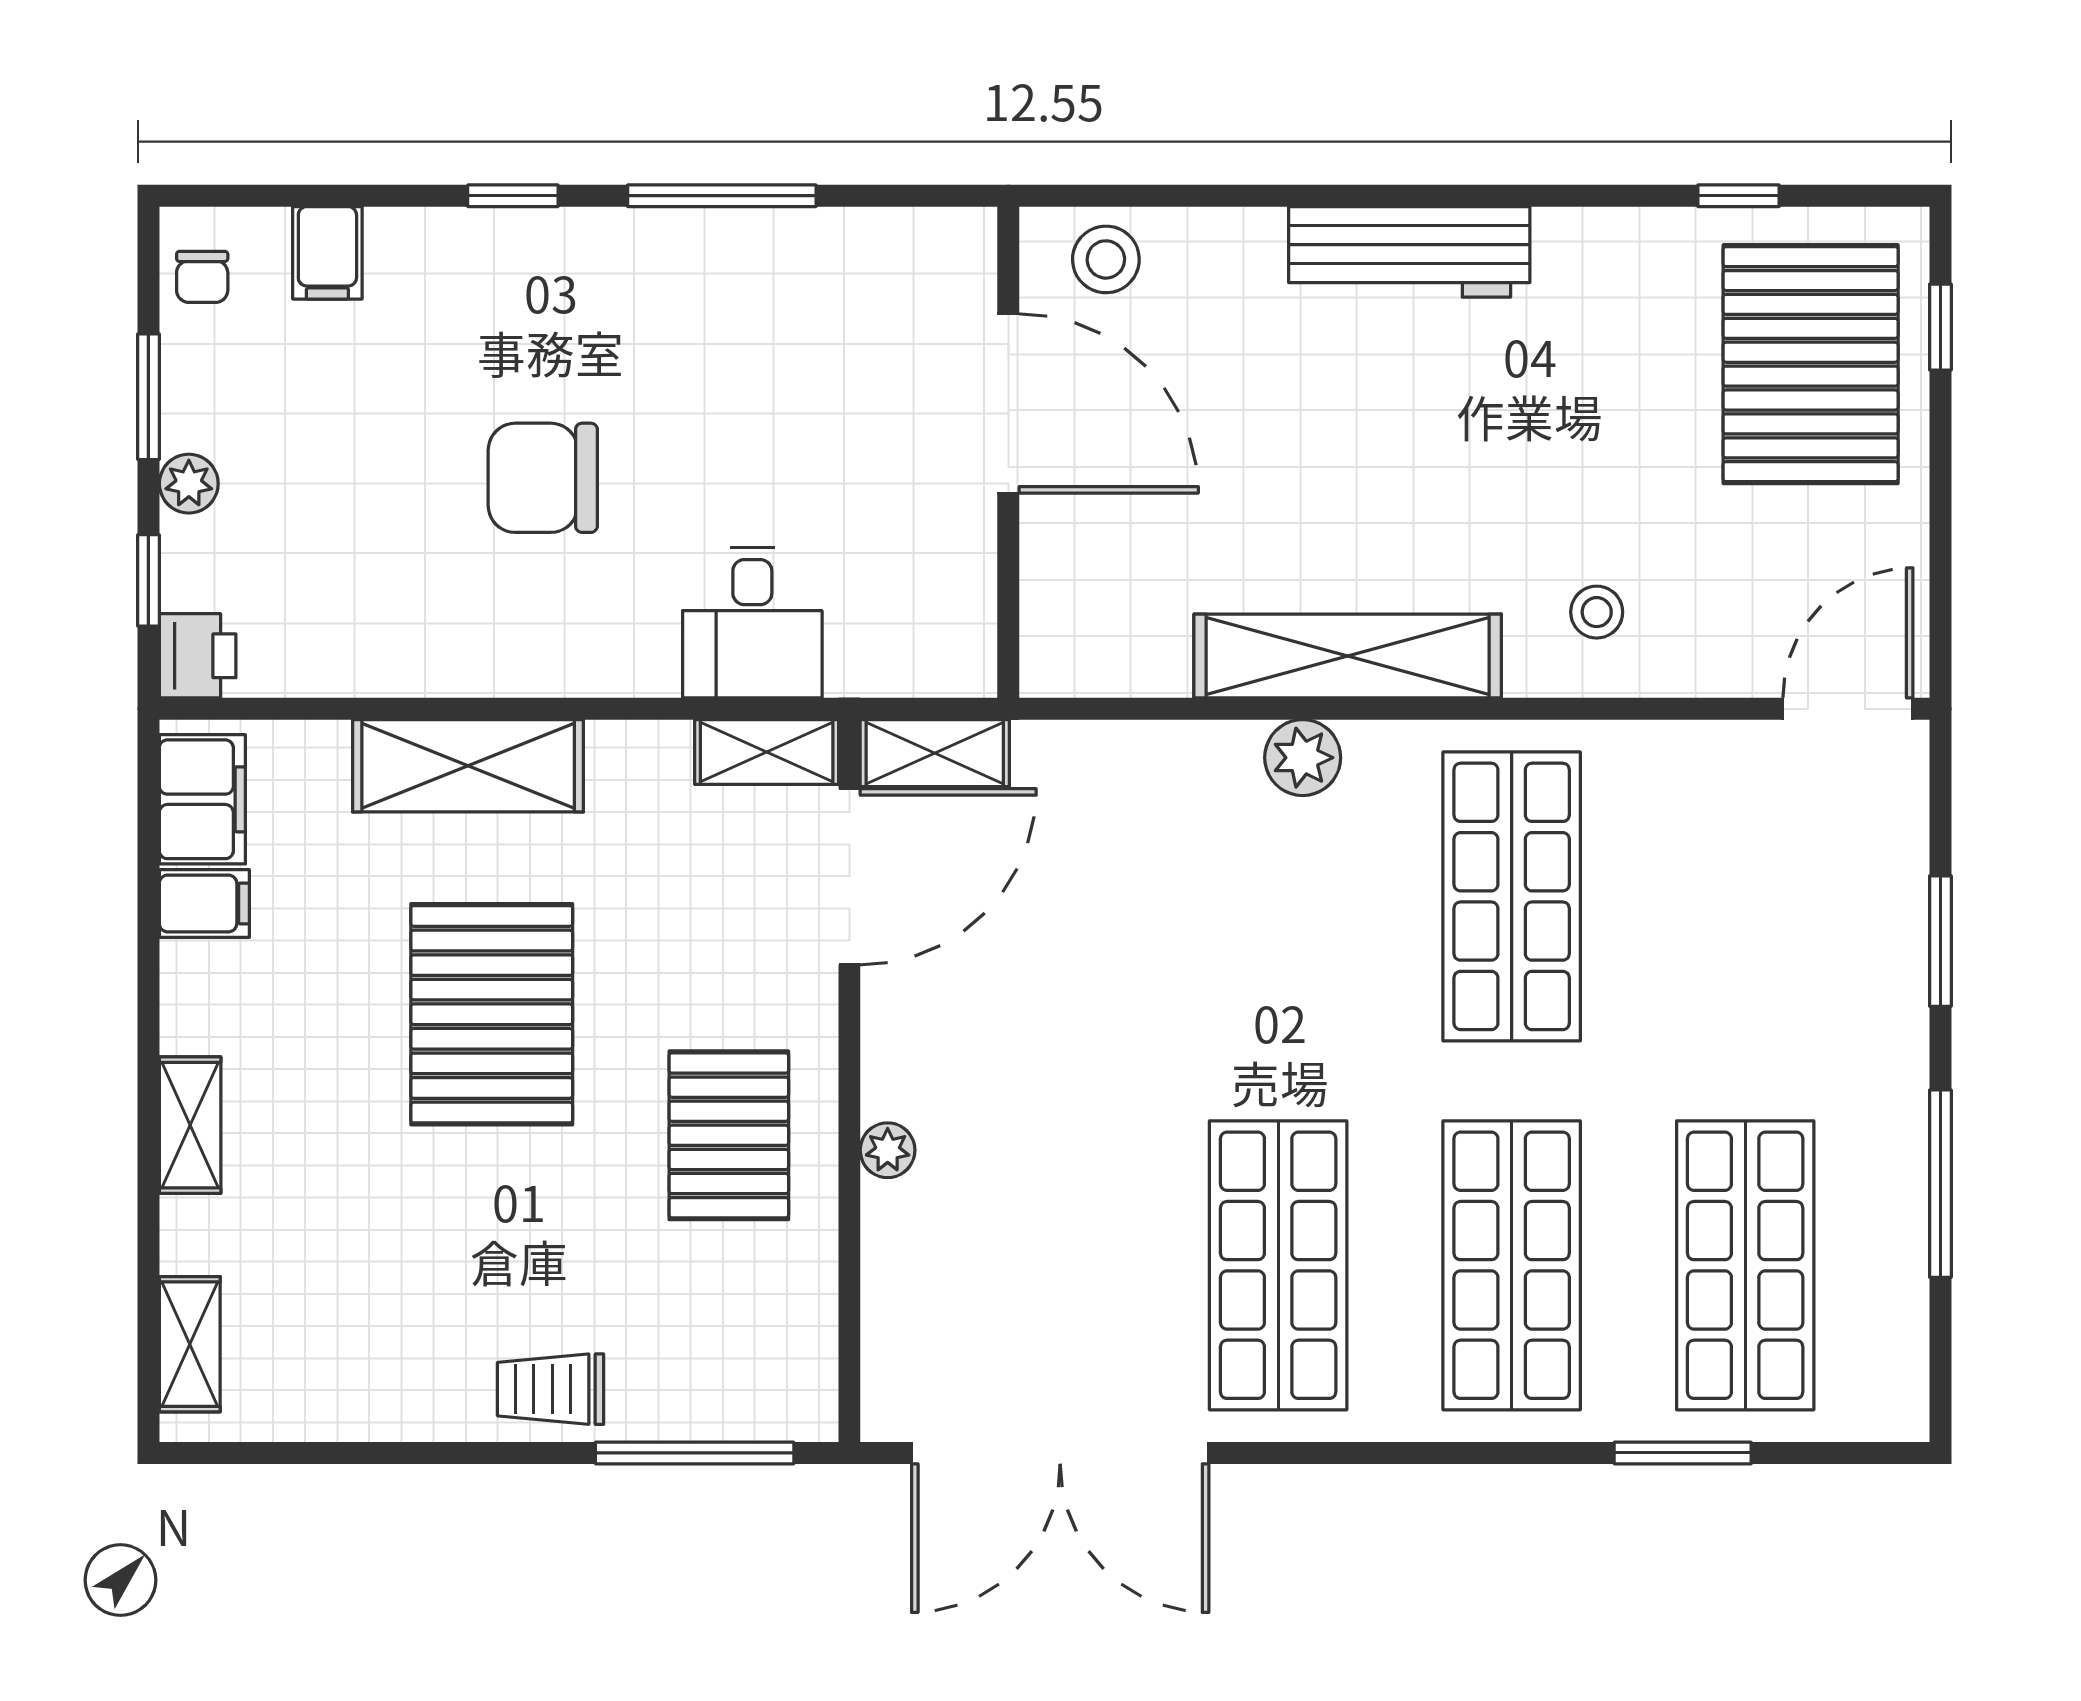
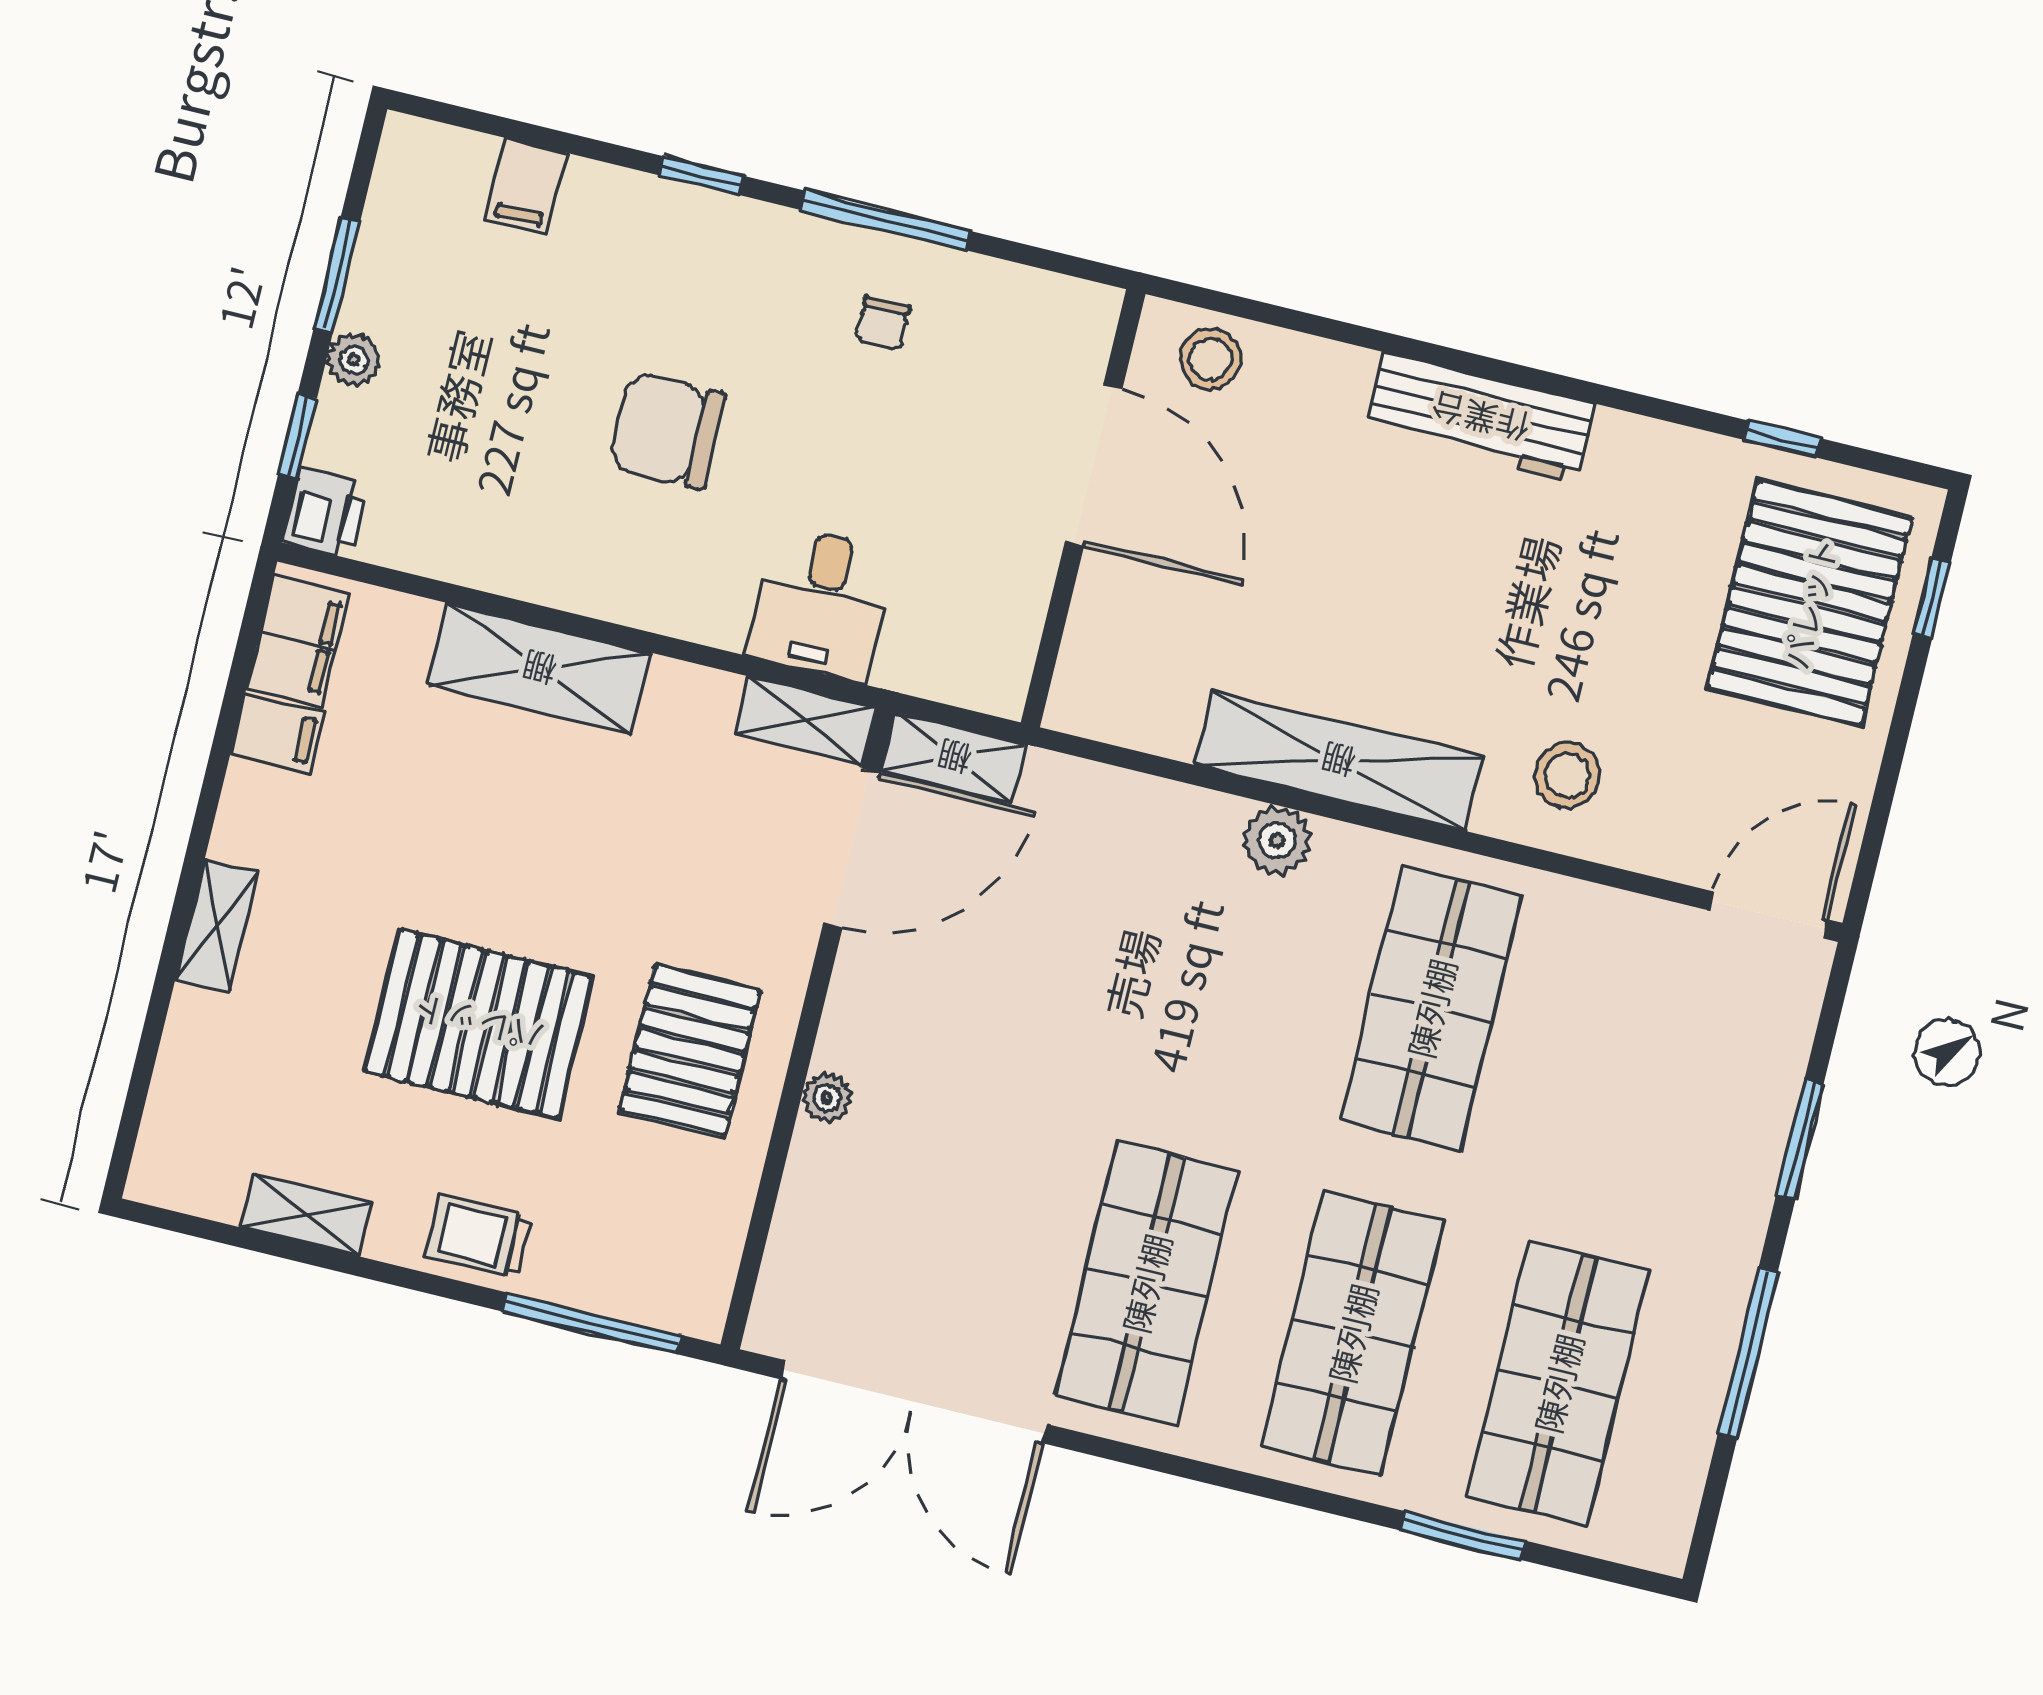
chair: (202, 277) -> (883, 323), moved
stool: (1597, 612) -> (1567, 776), width x1.37, depth x1.37
pallet: (492, 1014) -> (478, 1024), moved, turned 90
shelving: (190, 1344) -> (306, 1215), moved, turned 90

